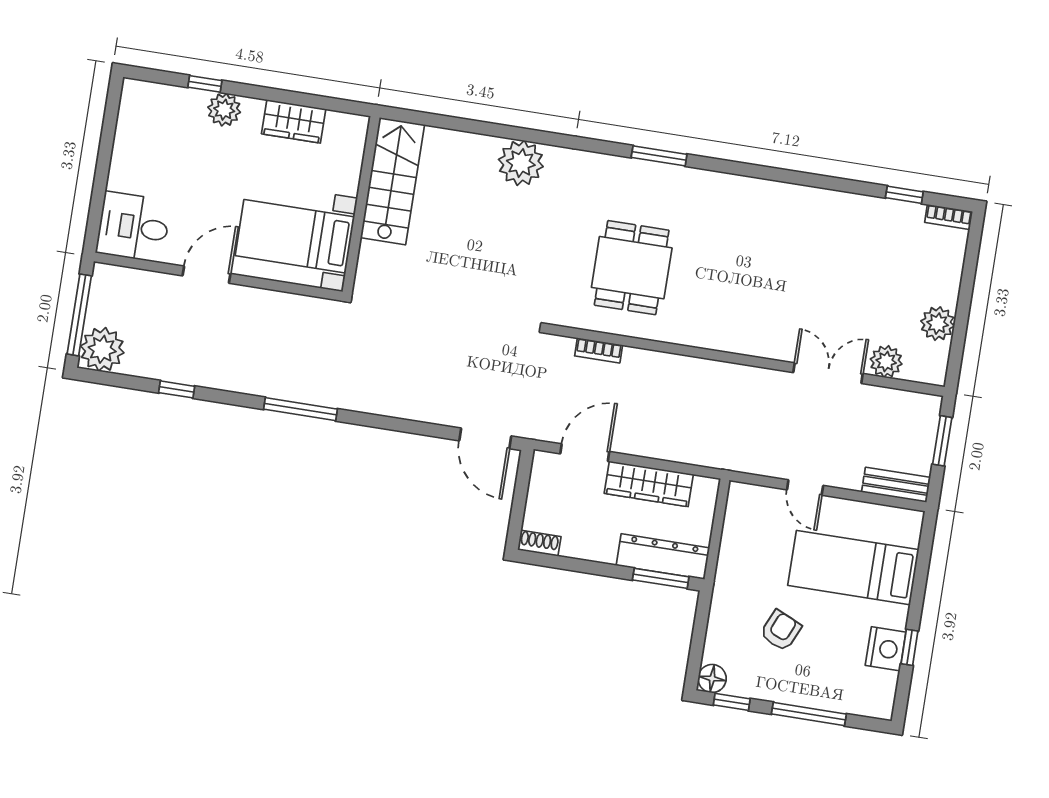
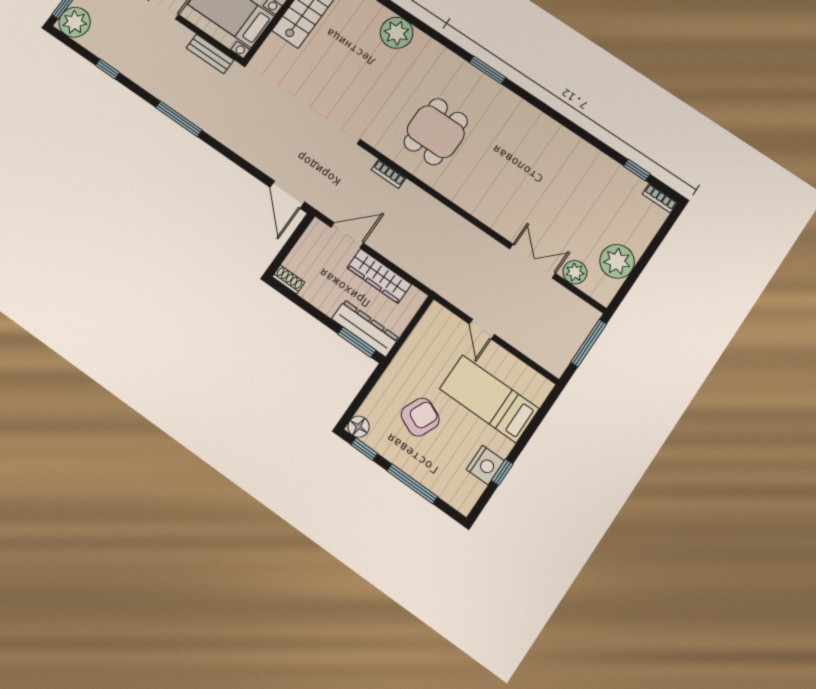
plant: (938, 324) -> (617, 261), width x1.36, depth x1.36
window: (942, 441) -> (589, 343), width x1.44
bench: (896, 485) -> (210, 54), moved
armchair: (781, 630) -> (420, 417), width x1.38, depth x1.38

